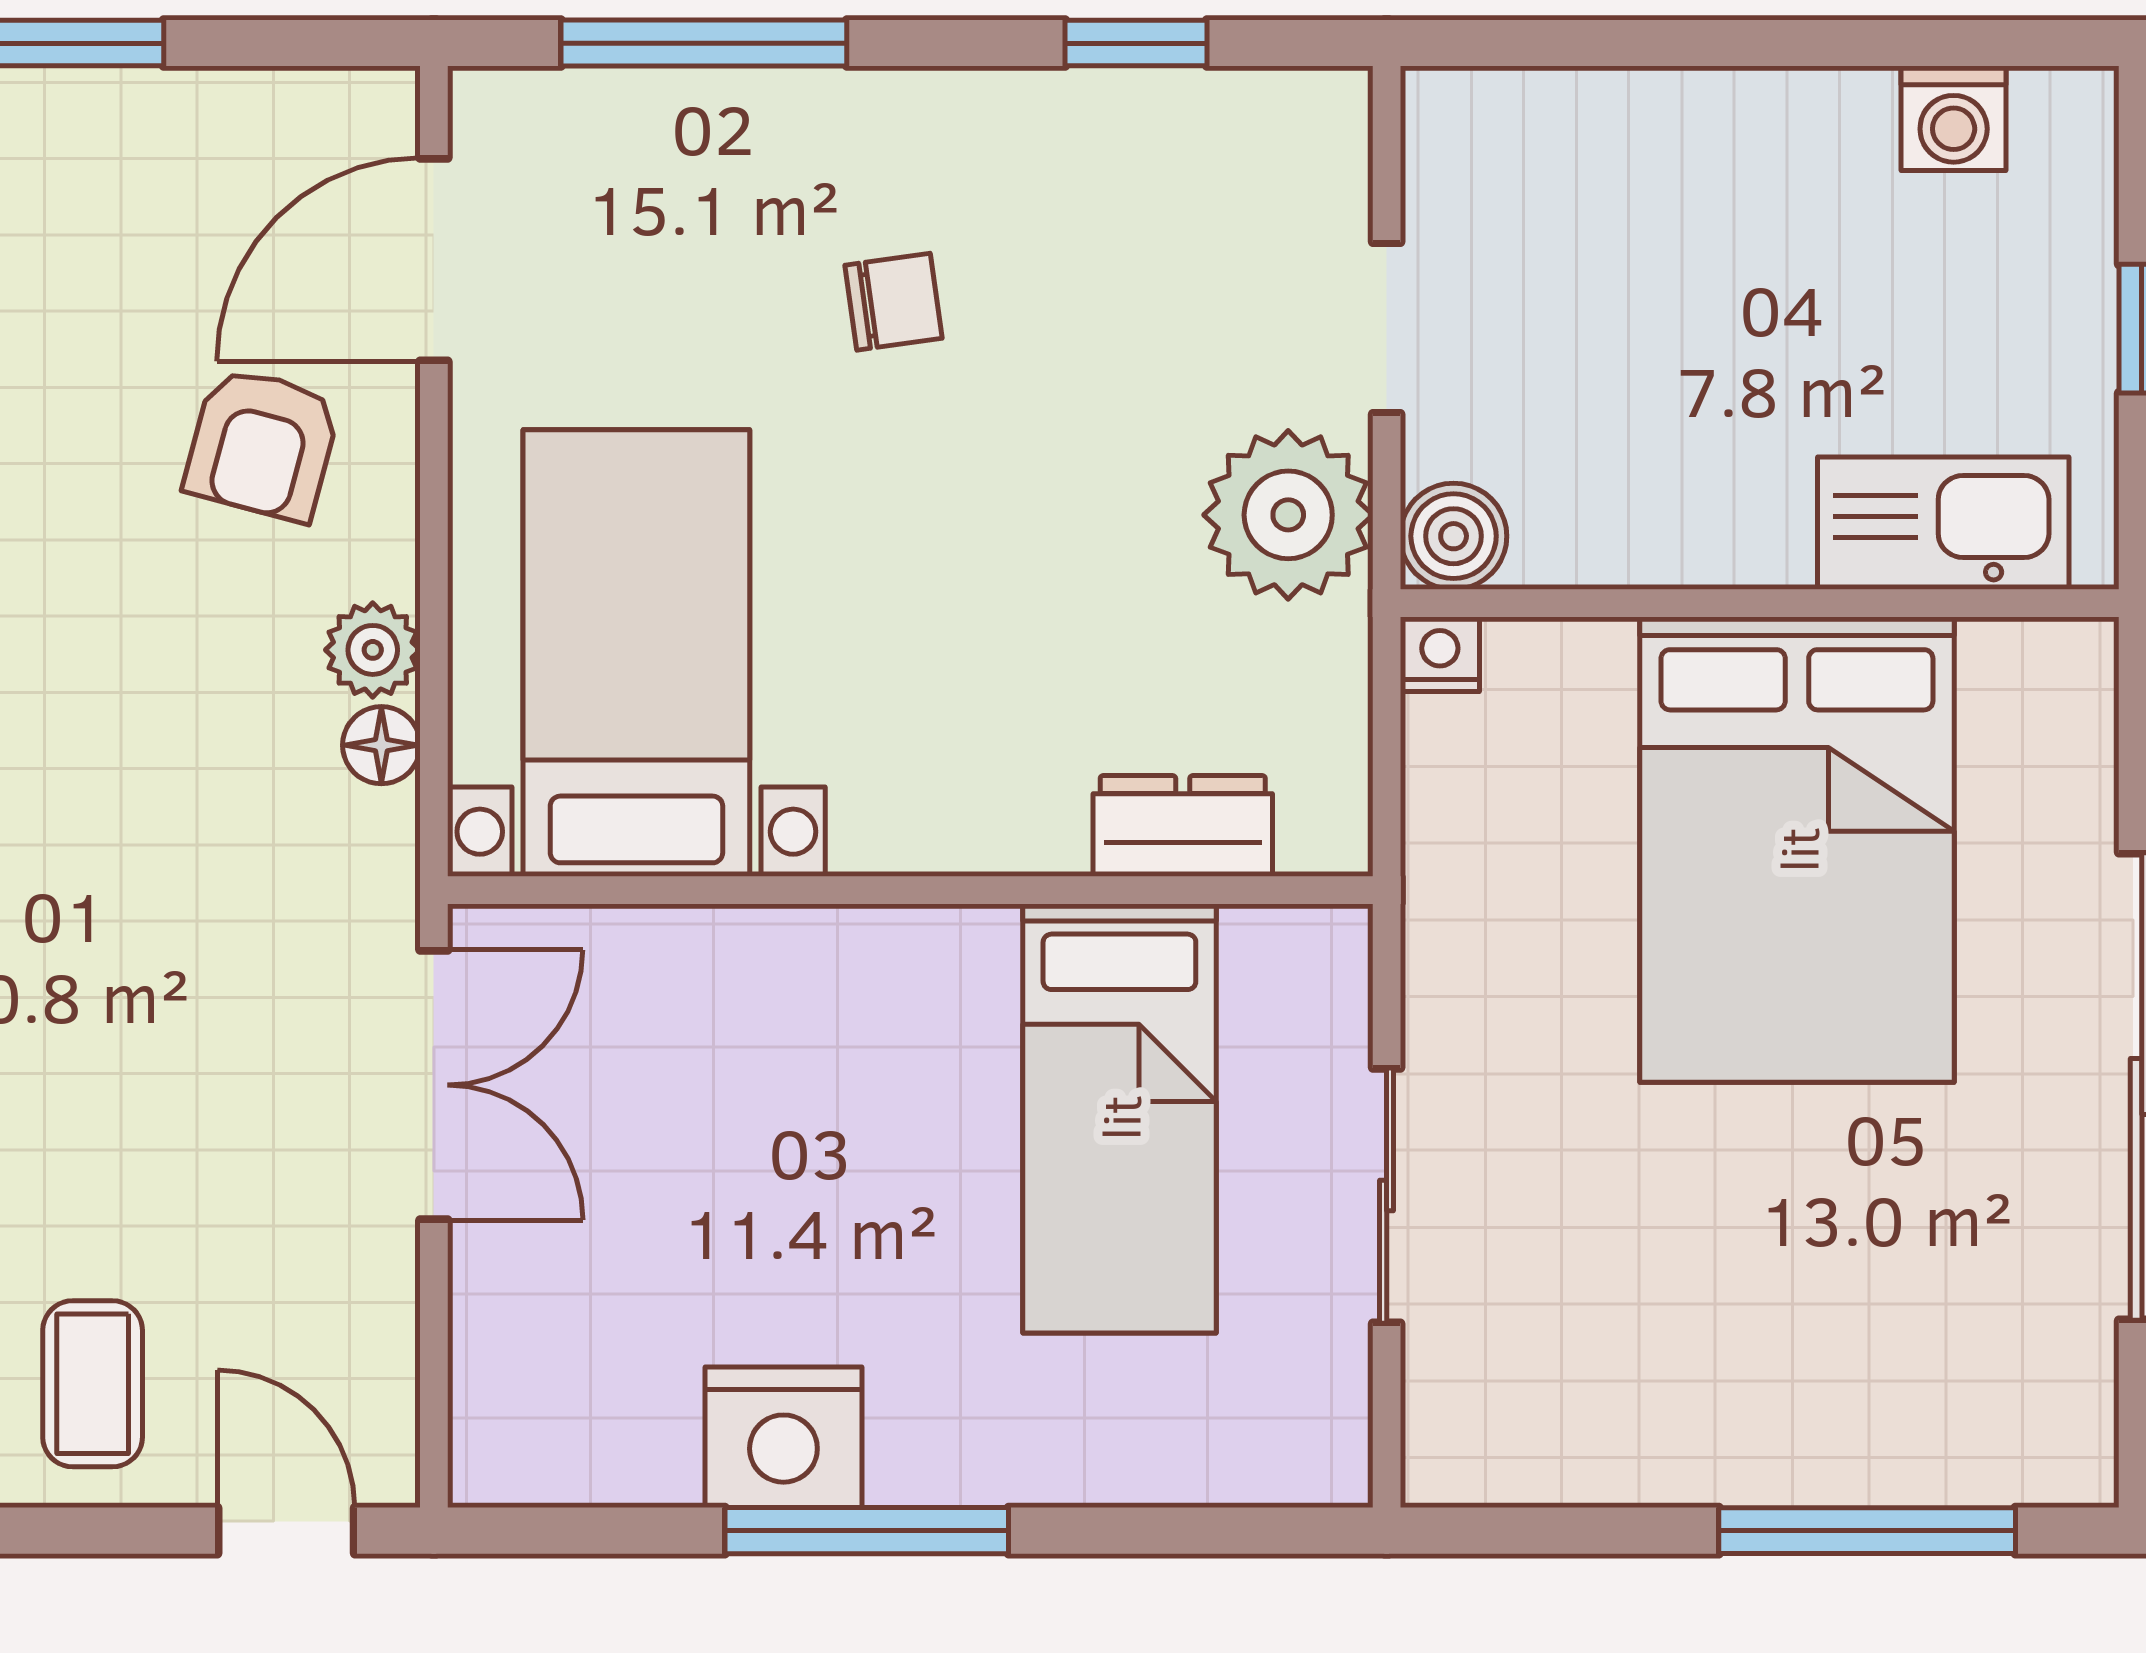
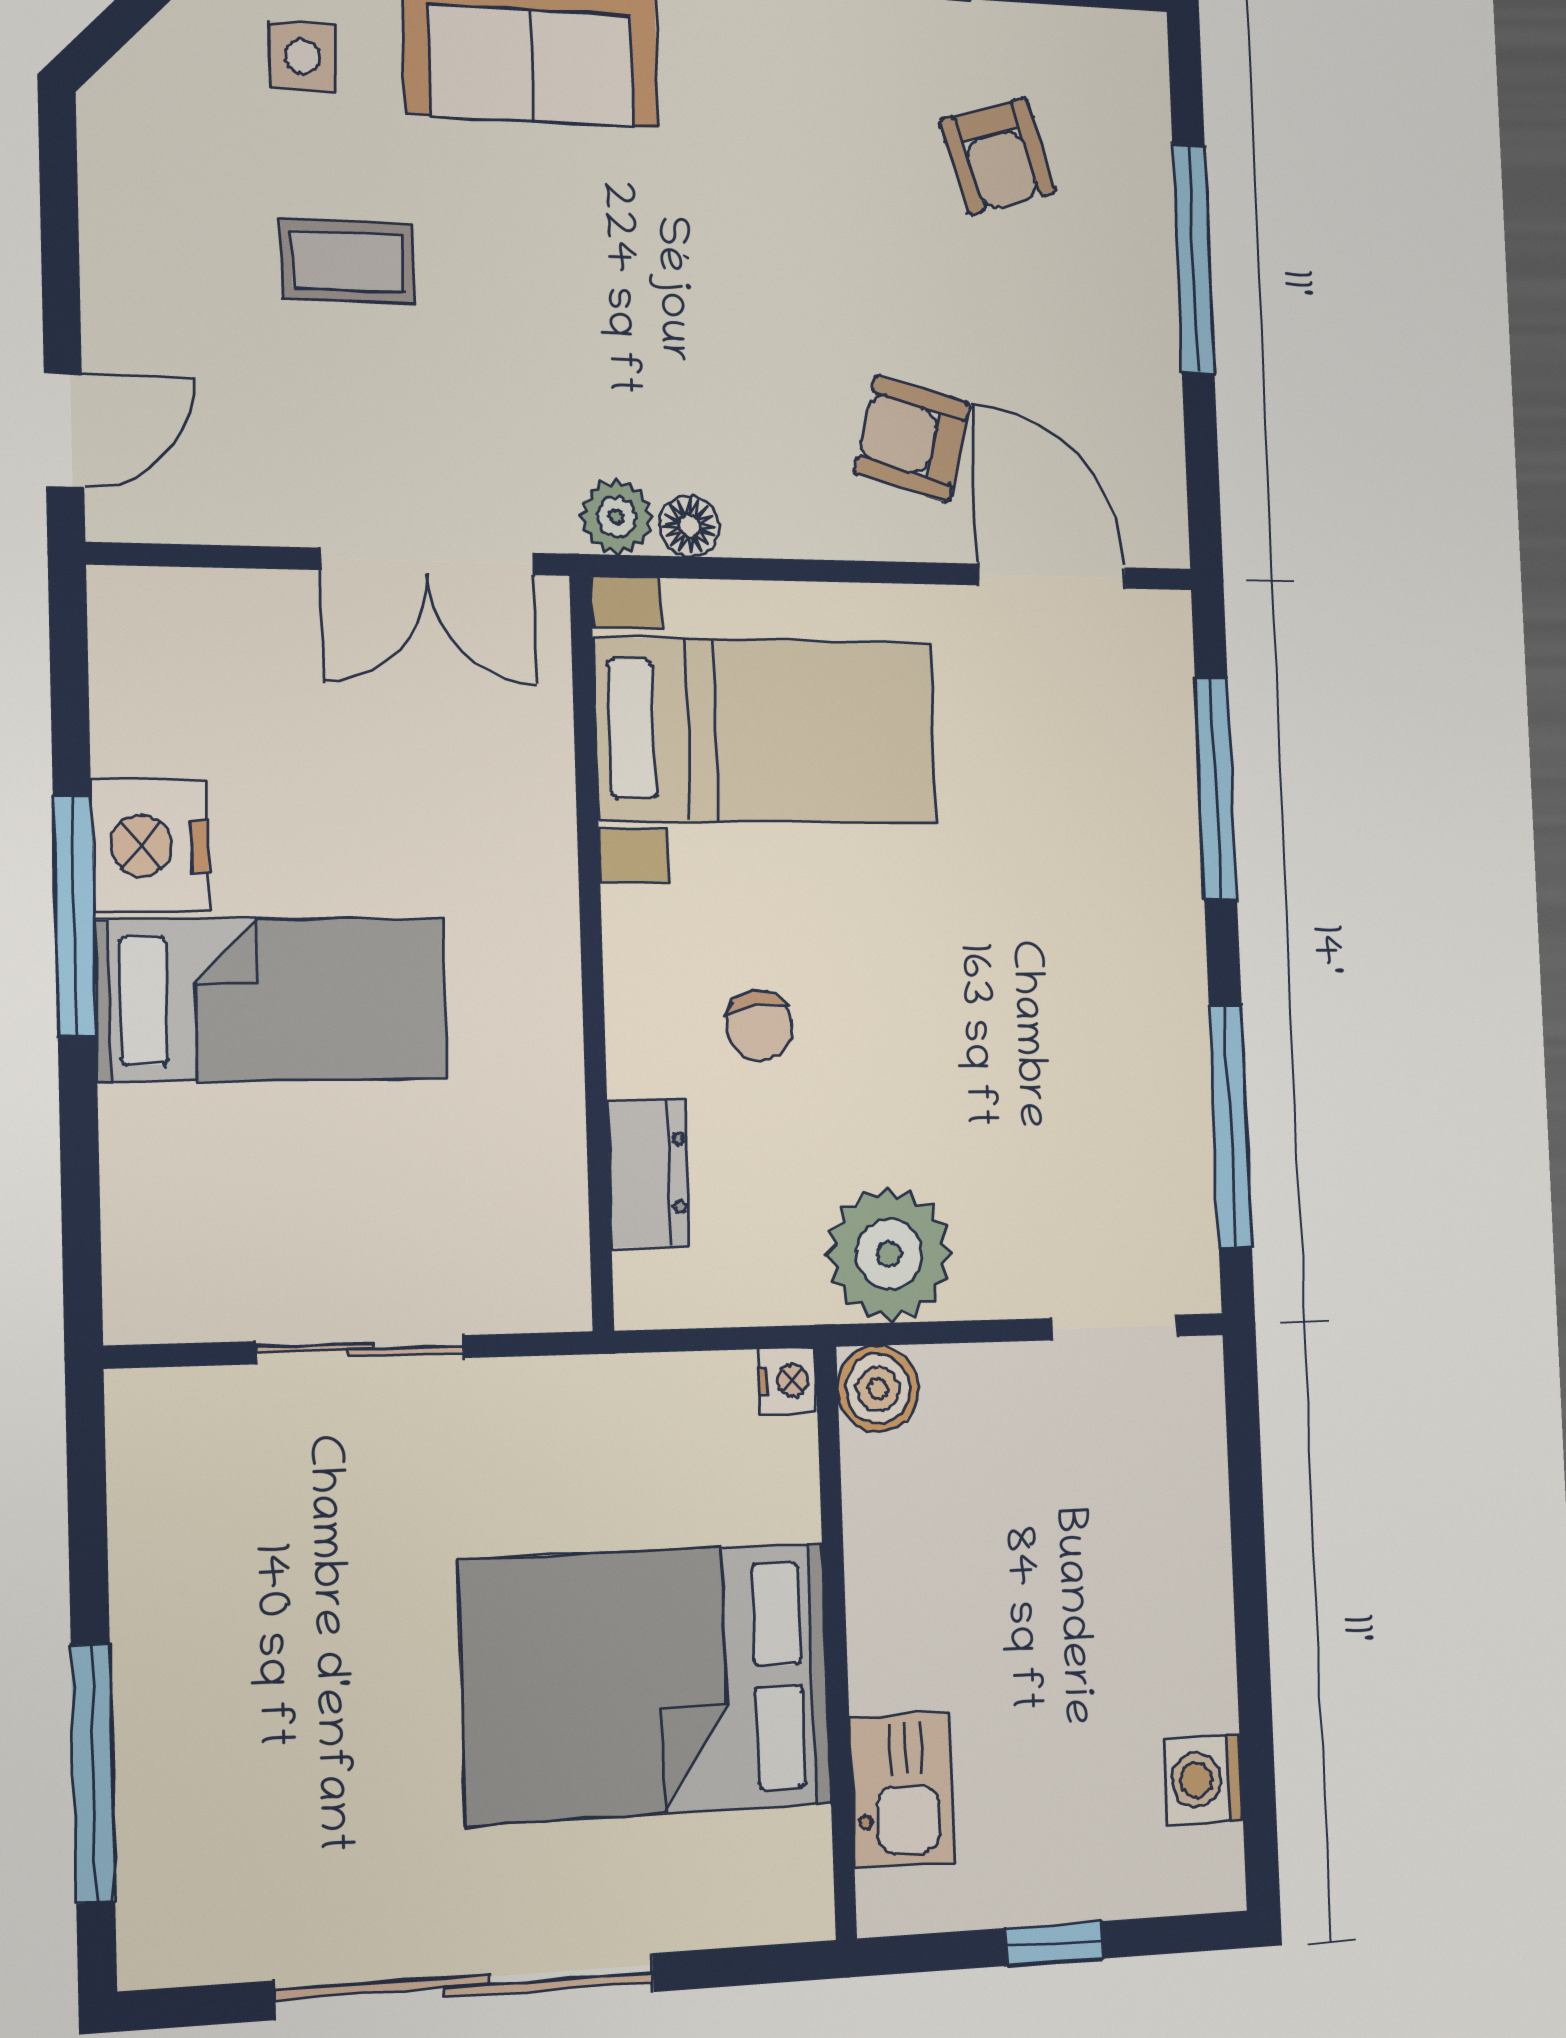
window: (1136, 43) -> (1230, 1126), width x2.17
chair: (893, 302) -> (759, 1026), moved
doorway: (1387, 328) -> (1115, 1327), moved
kitchen sink: (1943, 523) -> (902, 1790), width x0.73
plant: (373, 650) -> (616, 517), moved
bed: (1119, 1118) -> (272, 1000), moved, turned 180
coffee table: (93, 1384) -> (347, 261), moved

